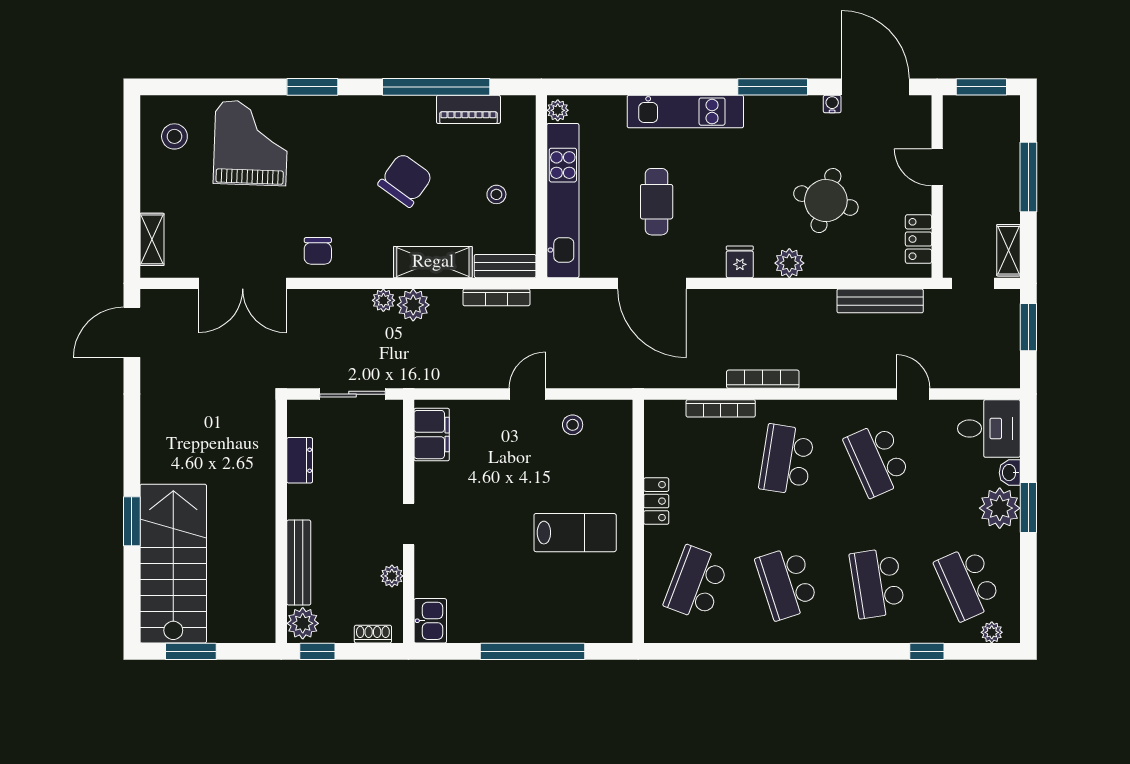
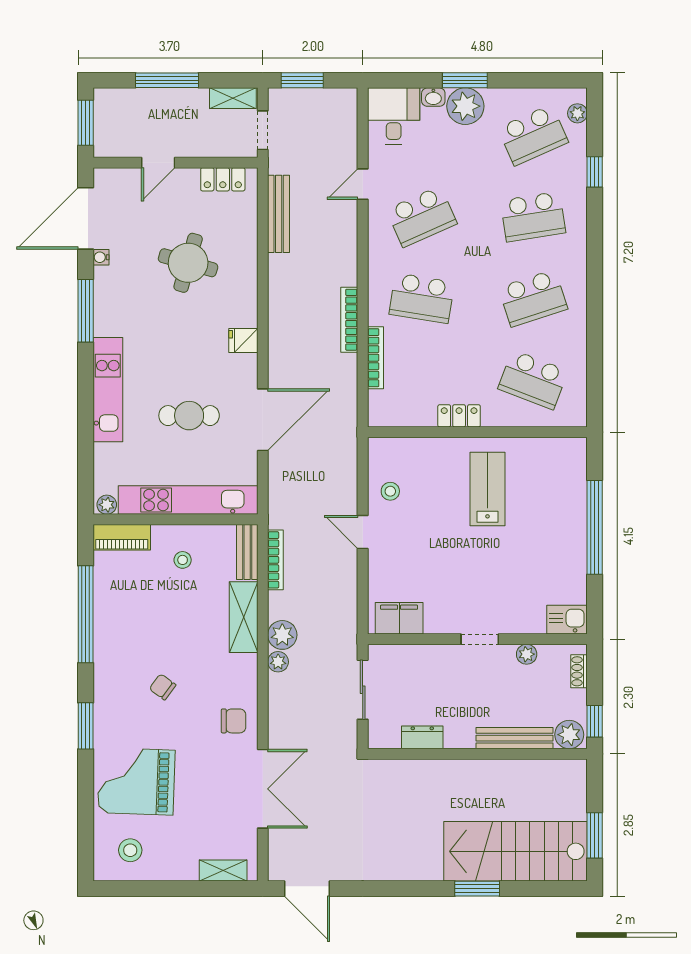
piano: (468, 109) -> (122, 537), moved, turned 90
chair: (405, 180) -> (163, 687), moved, width x0.54, depth x0.54
plant: (789, 263) -> (244, 296), removed

